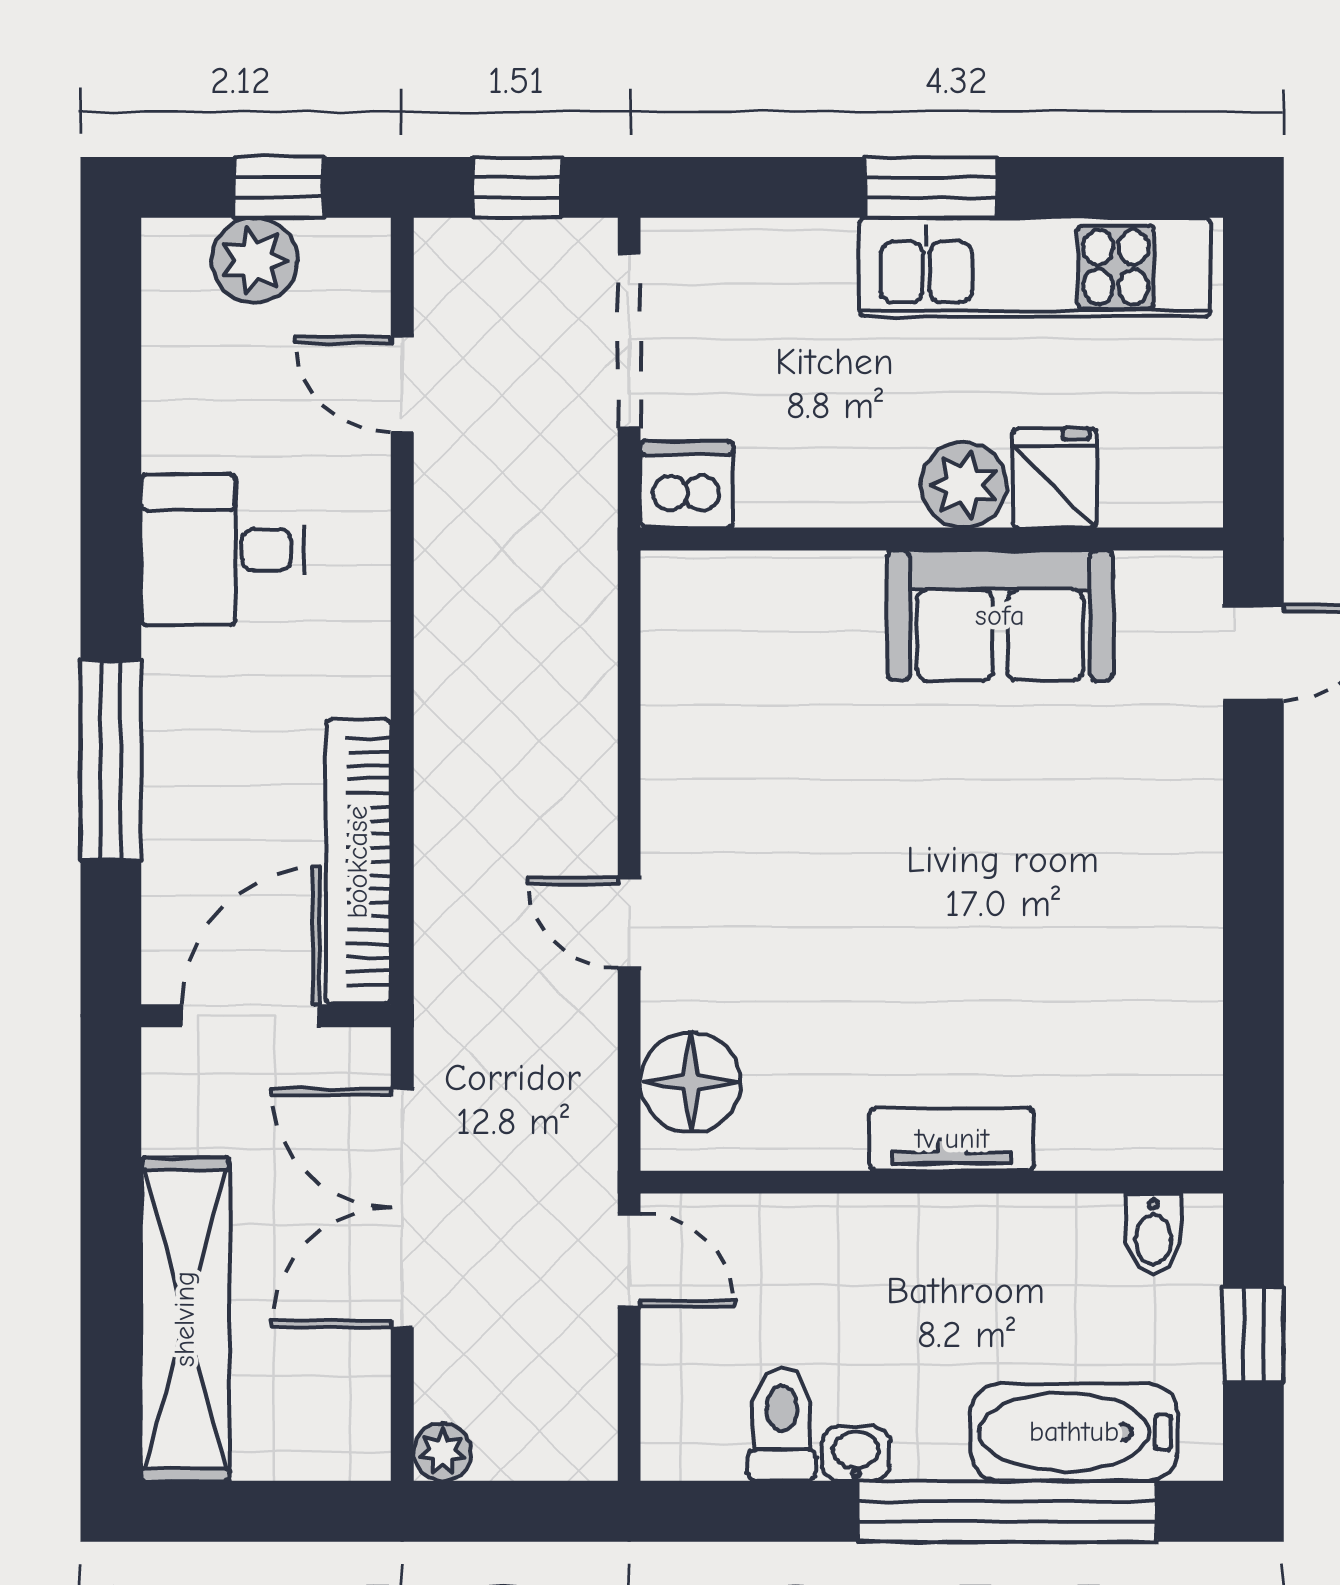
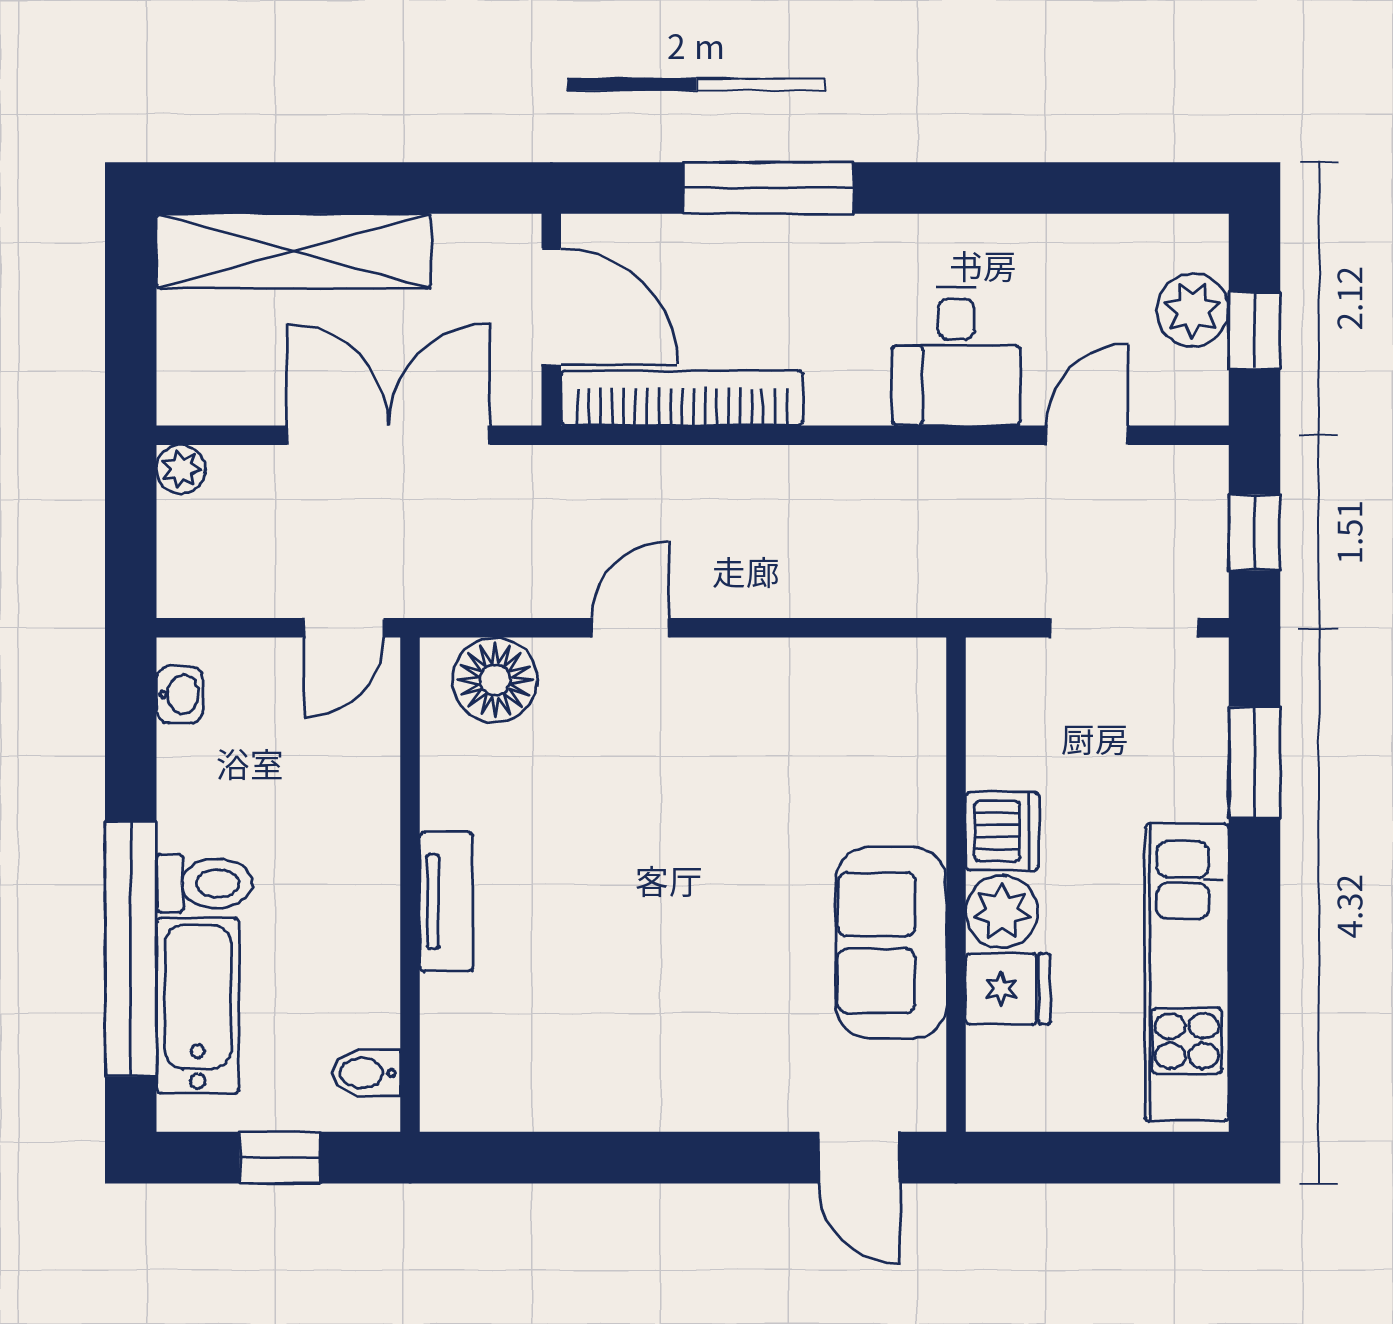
window: (931, 187) -> (1254, 763), moved
dishwasher: (687, 484) -> (1002, 831), moved
desk: (223, 550) -> (956, 356), moved, turned 180
toilet: (782, 1424) -> (204, 883), moved
washbasin: (856, 1454) -> (180, 695), moved

